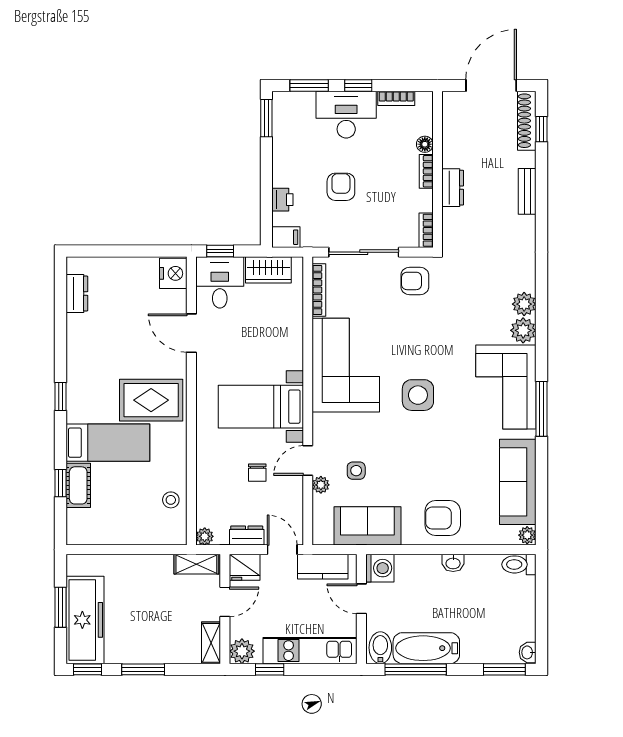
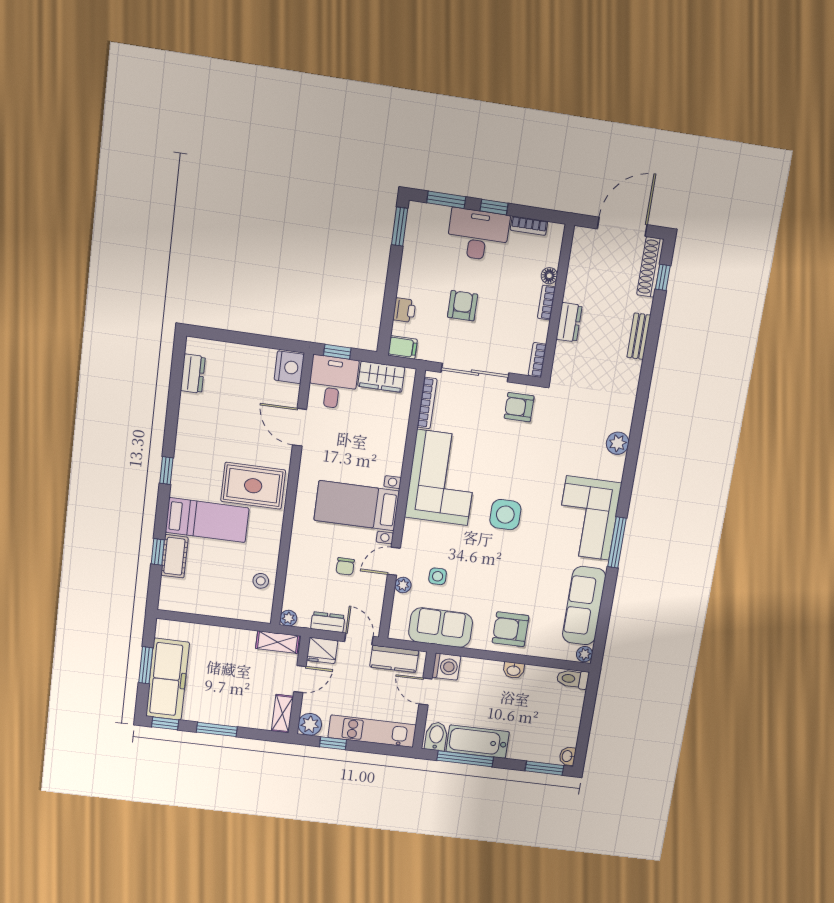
plant: (523, 330) -> (613, 468), removed

